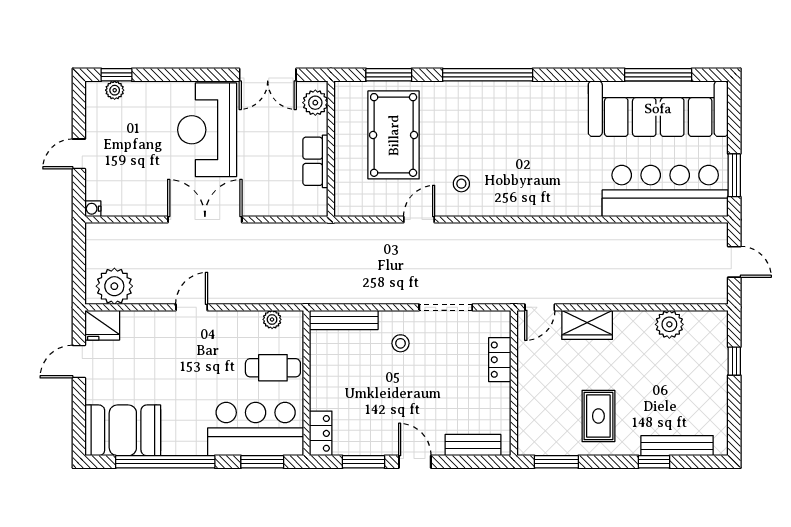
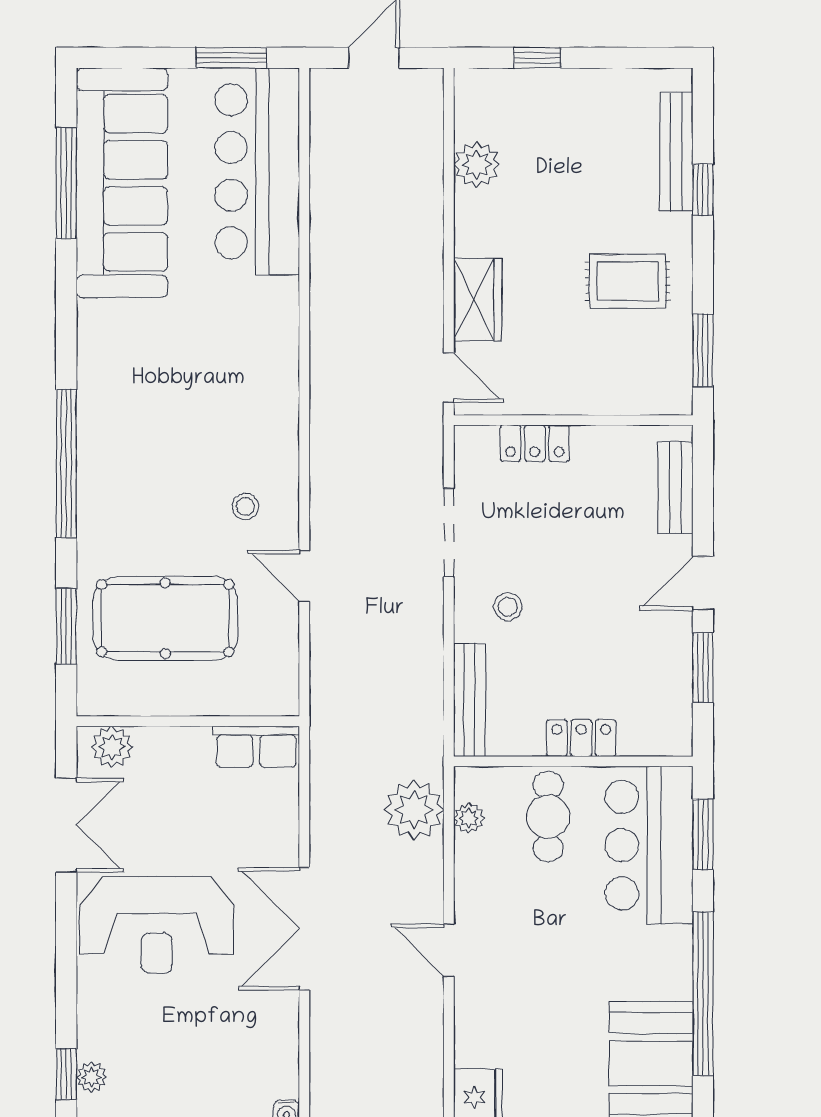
row of seats: (315, 161) -> (256, 747), moved
plant: (114, 286) -> (414, 810), moved
locker: (321, 433) -> (581, 738), moved

